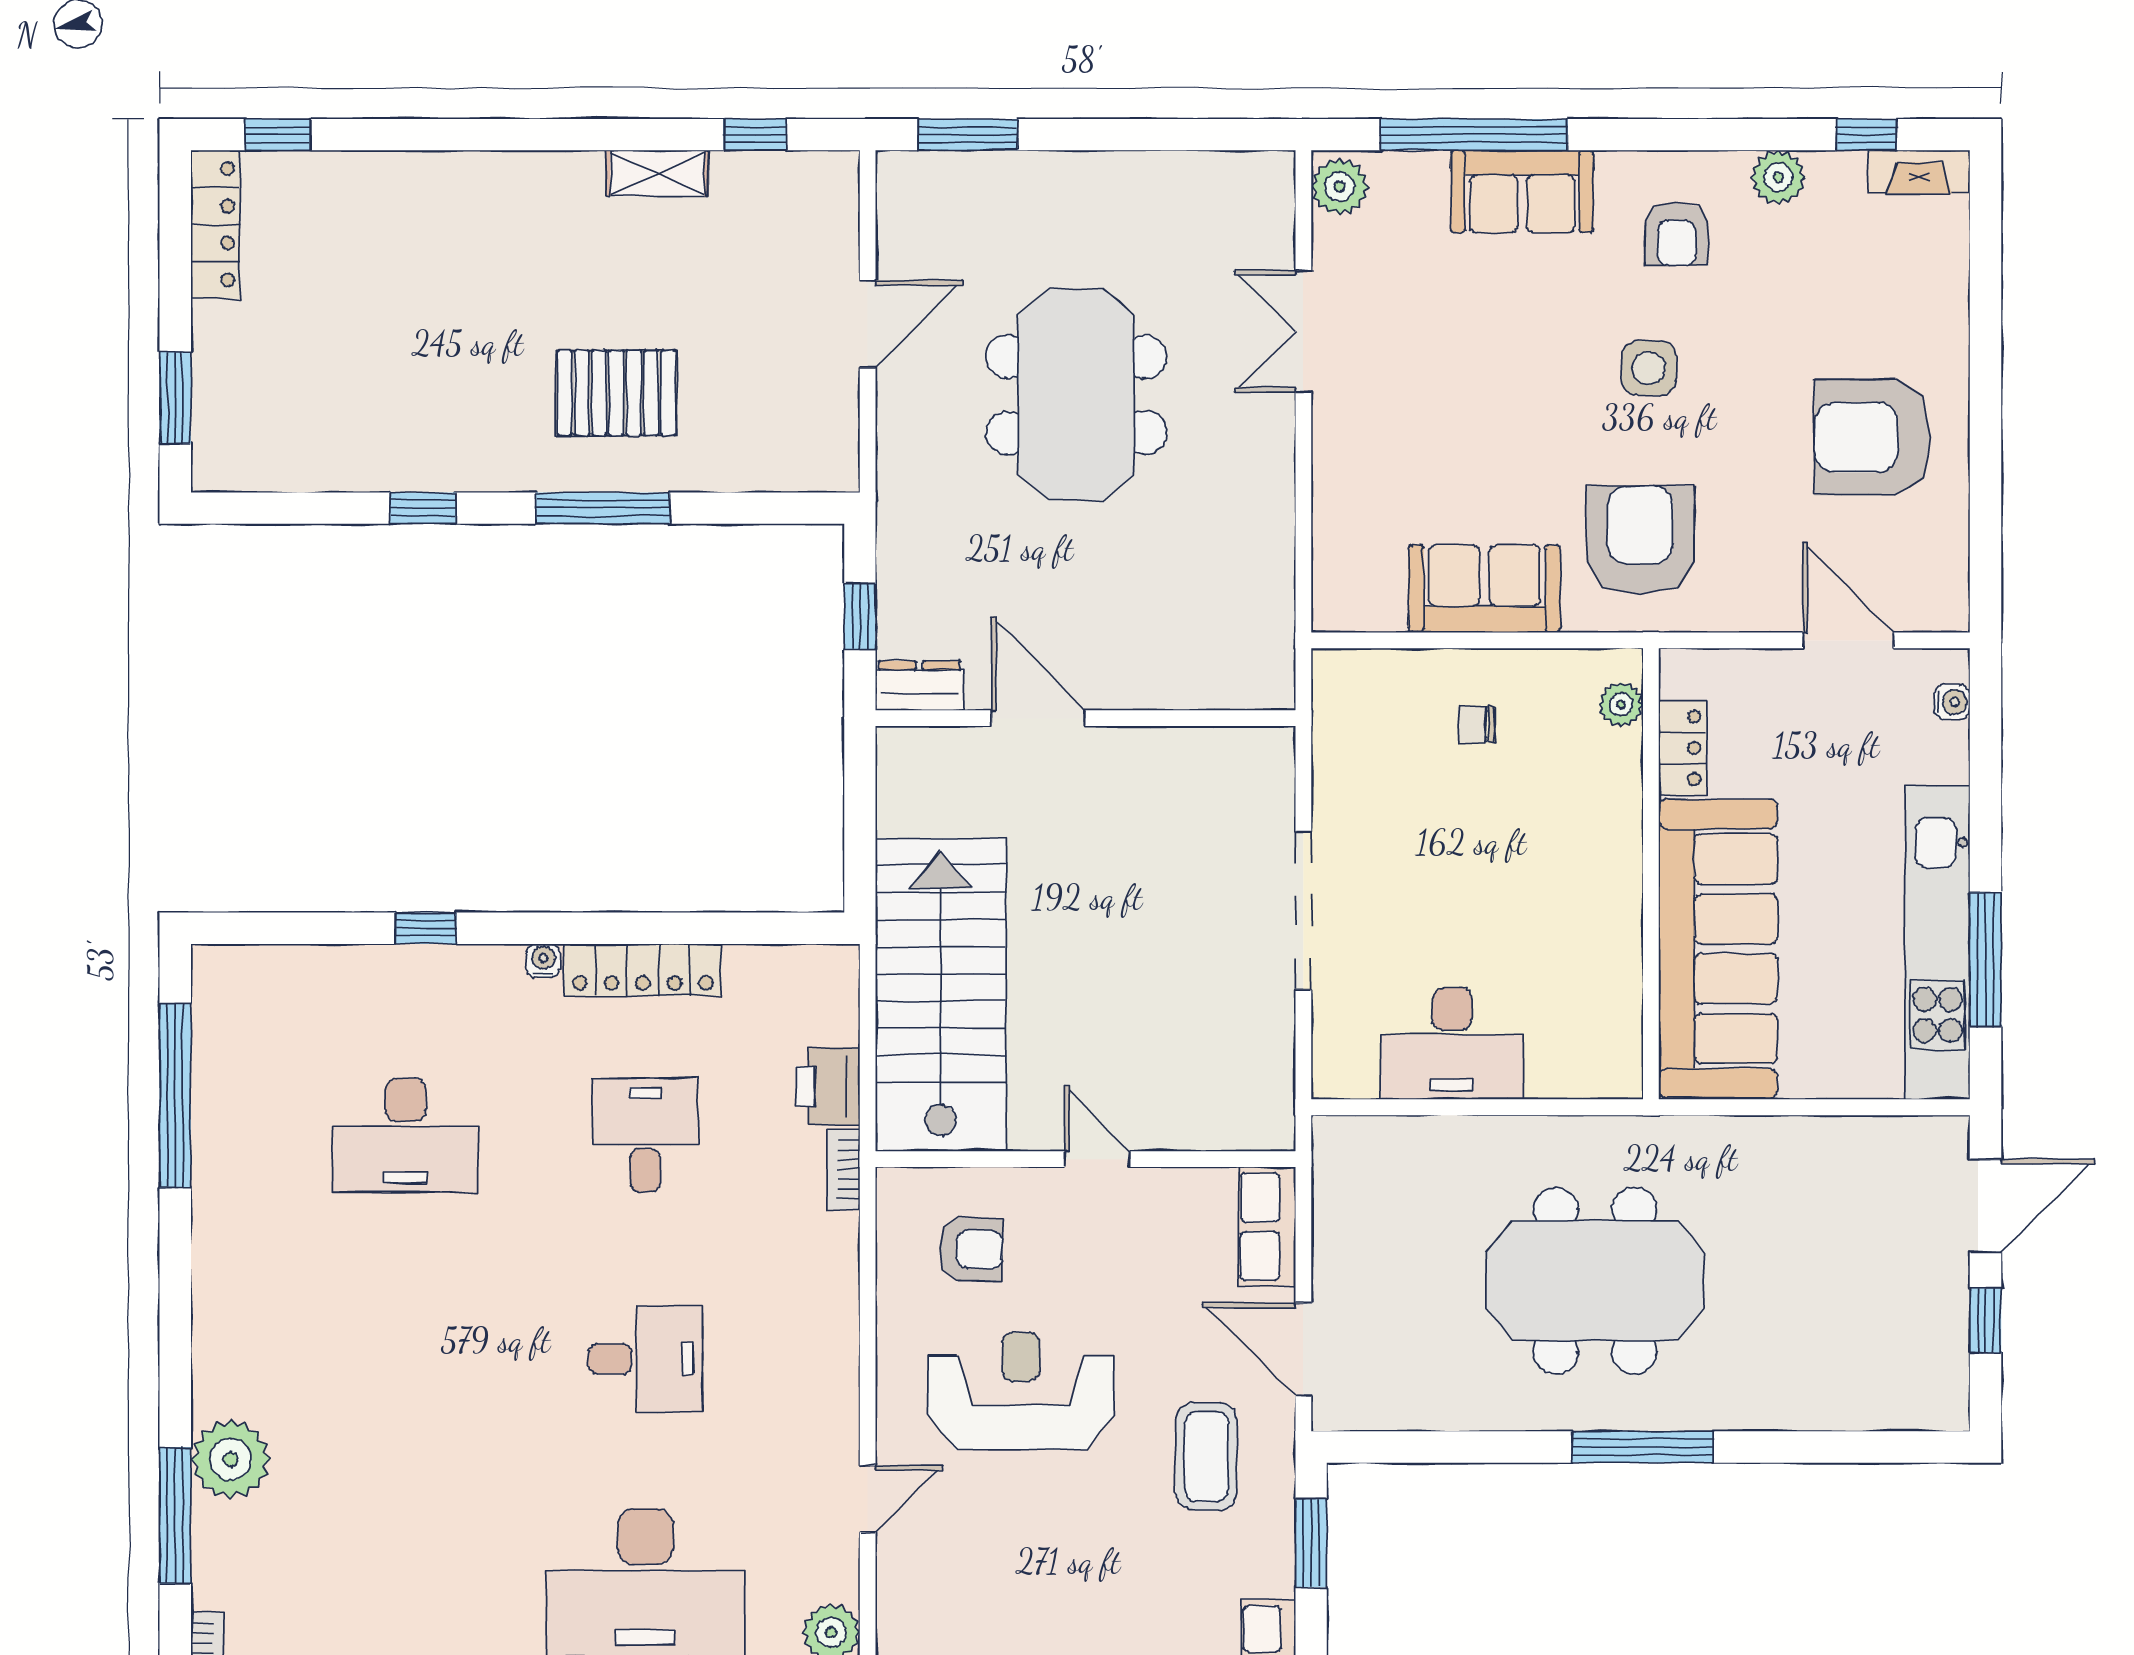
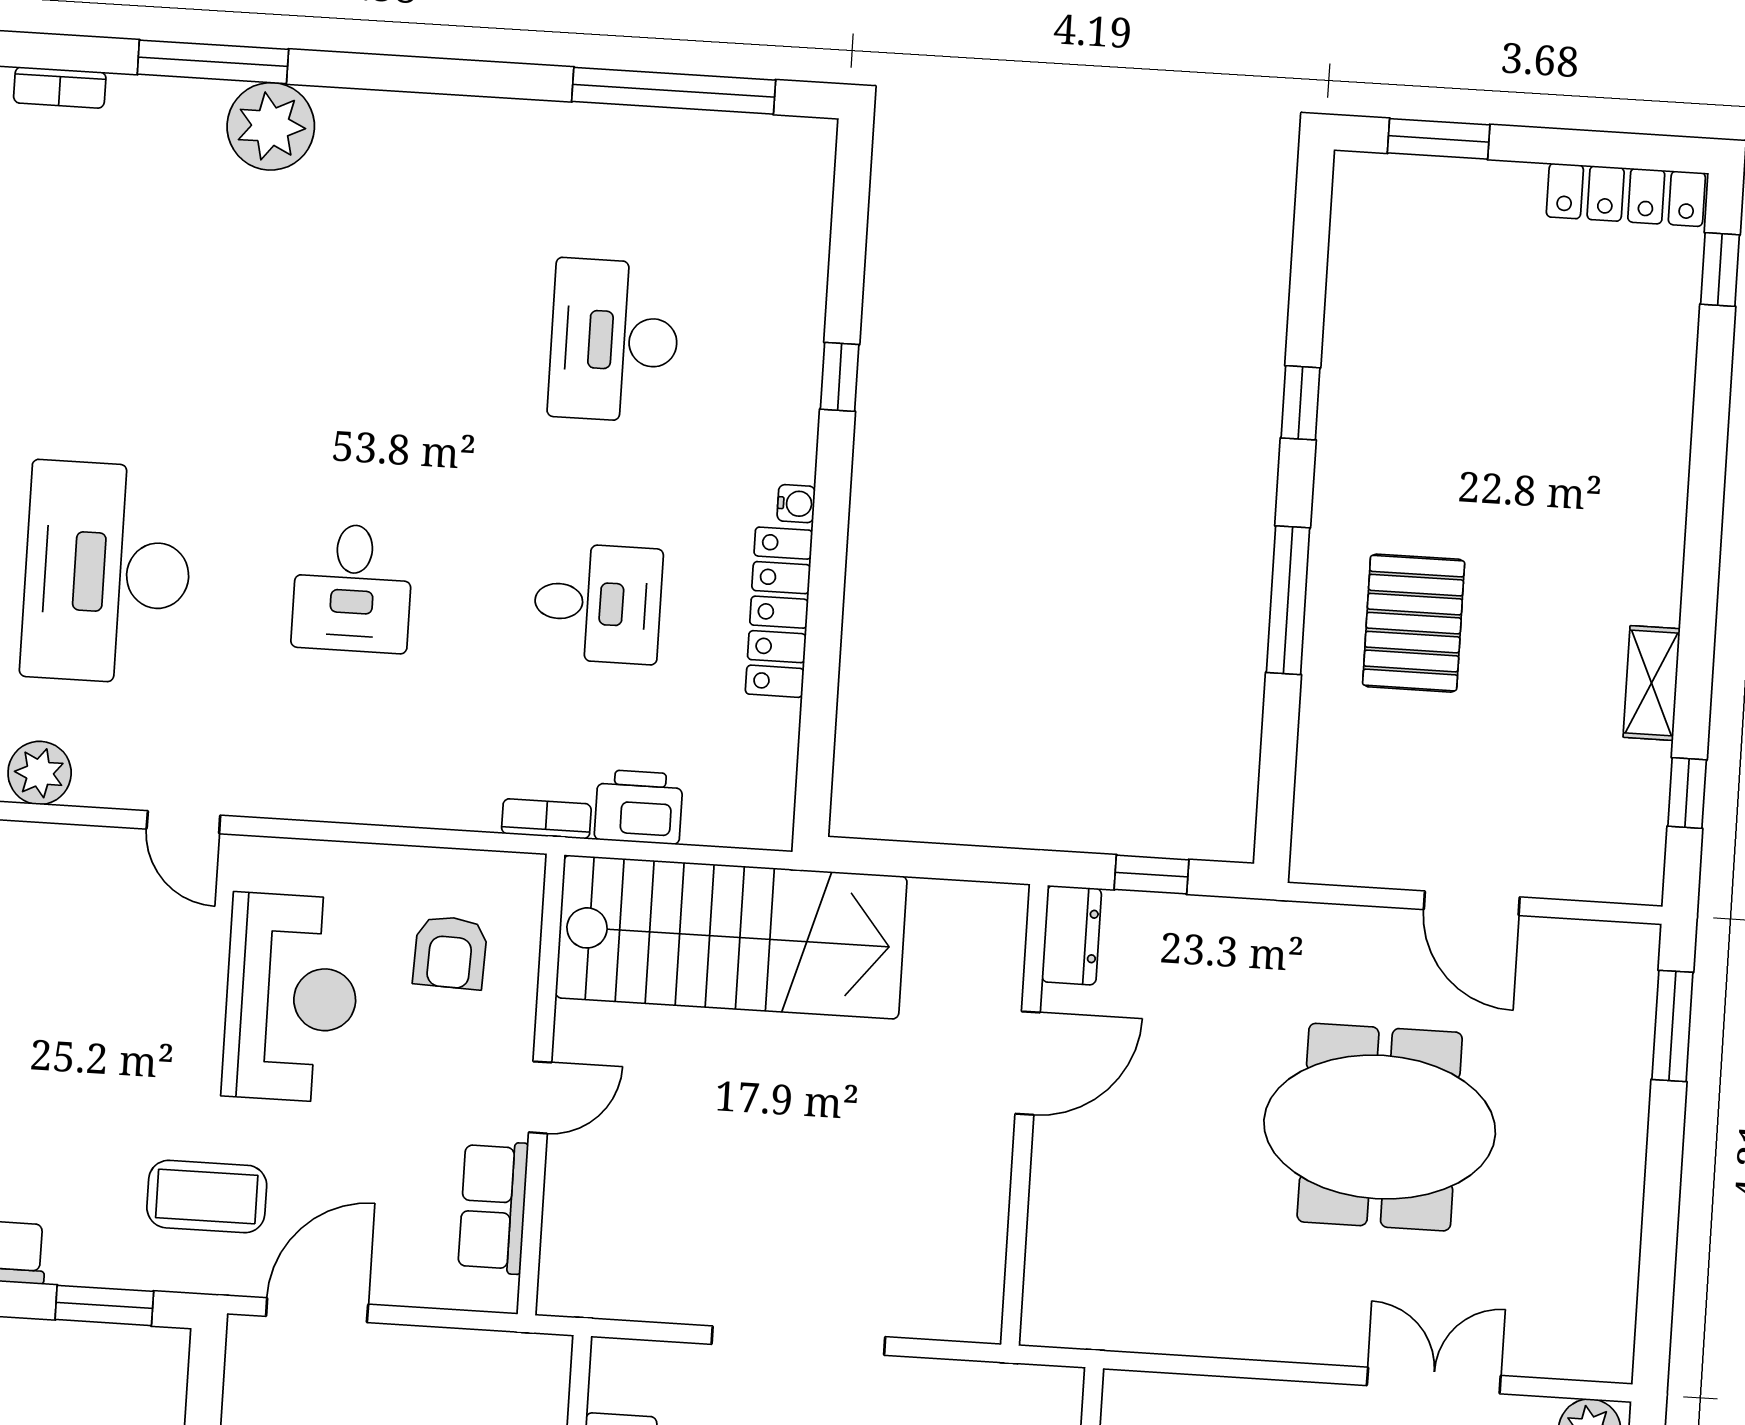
row of seats: (1267, 1227) -> (493, 1207), moved, turned -90

